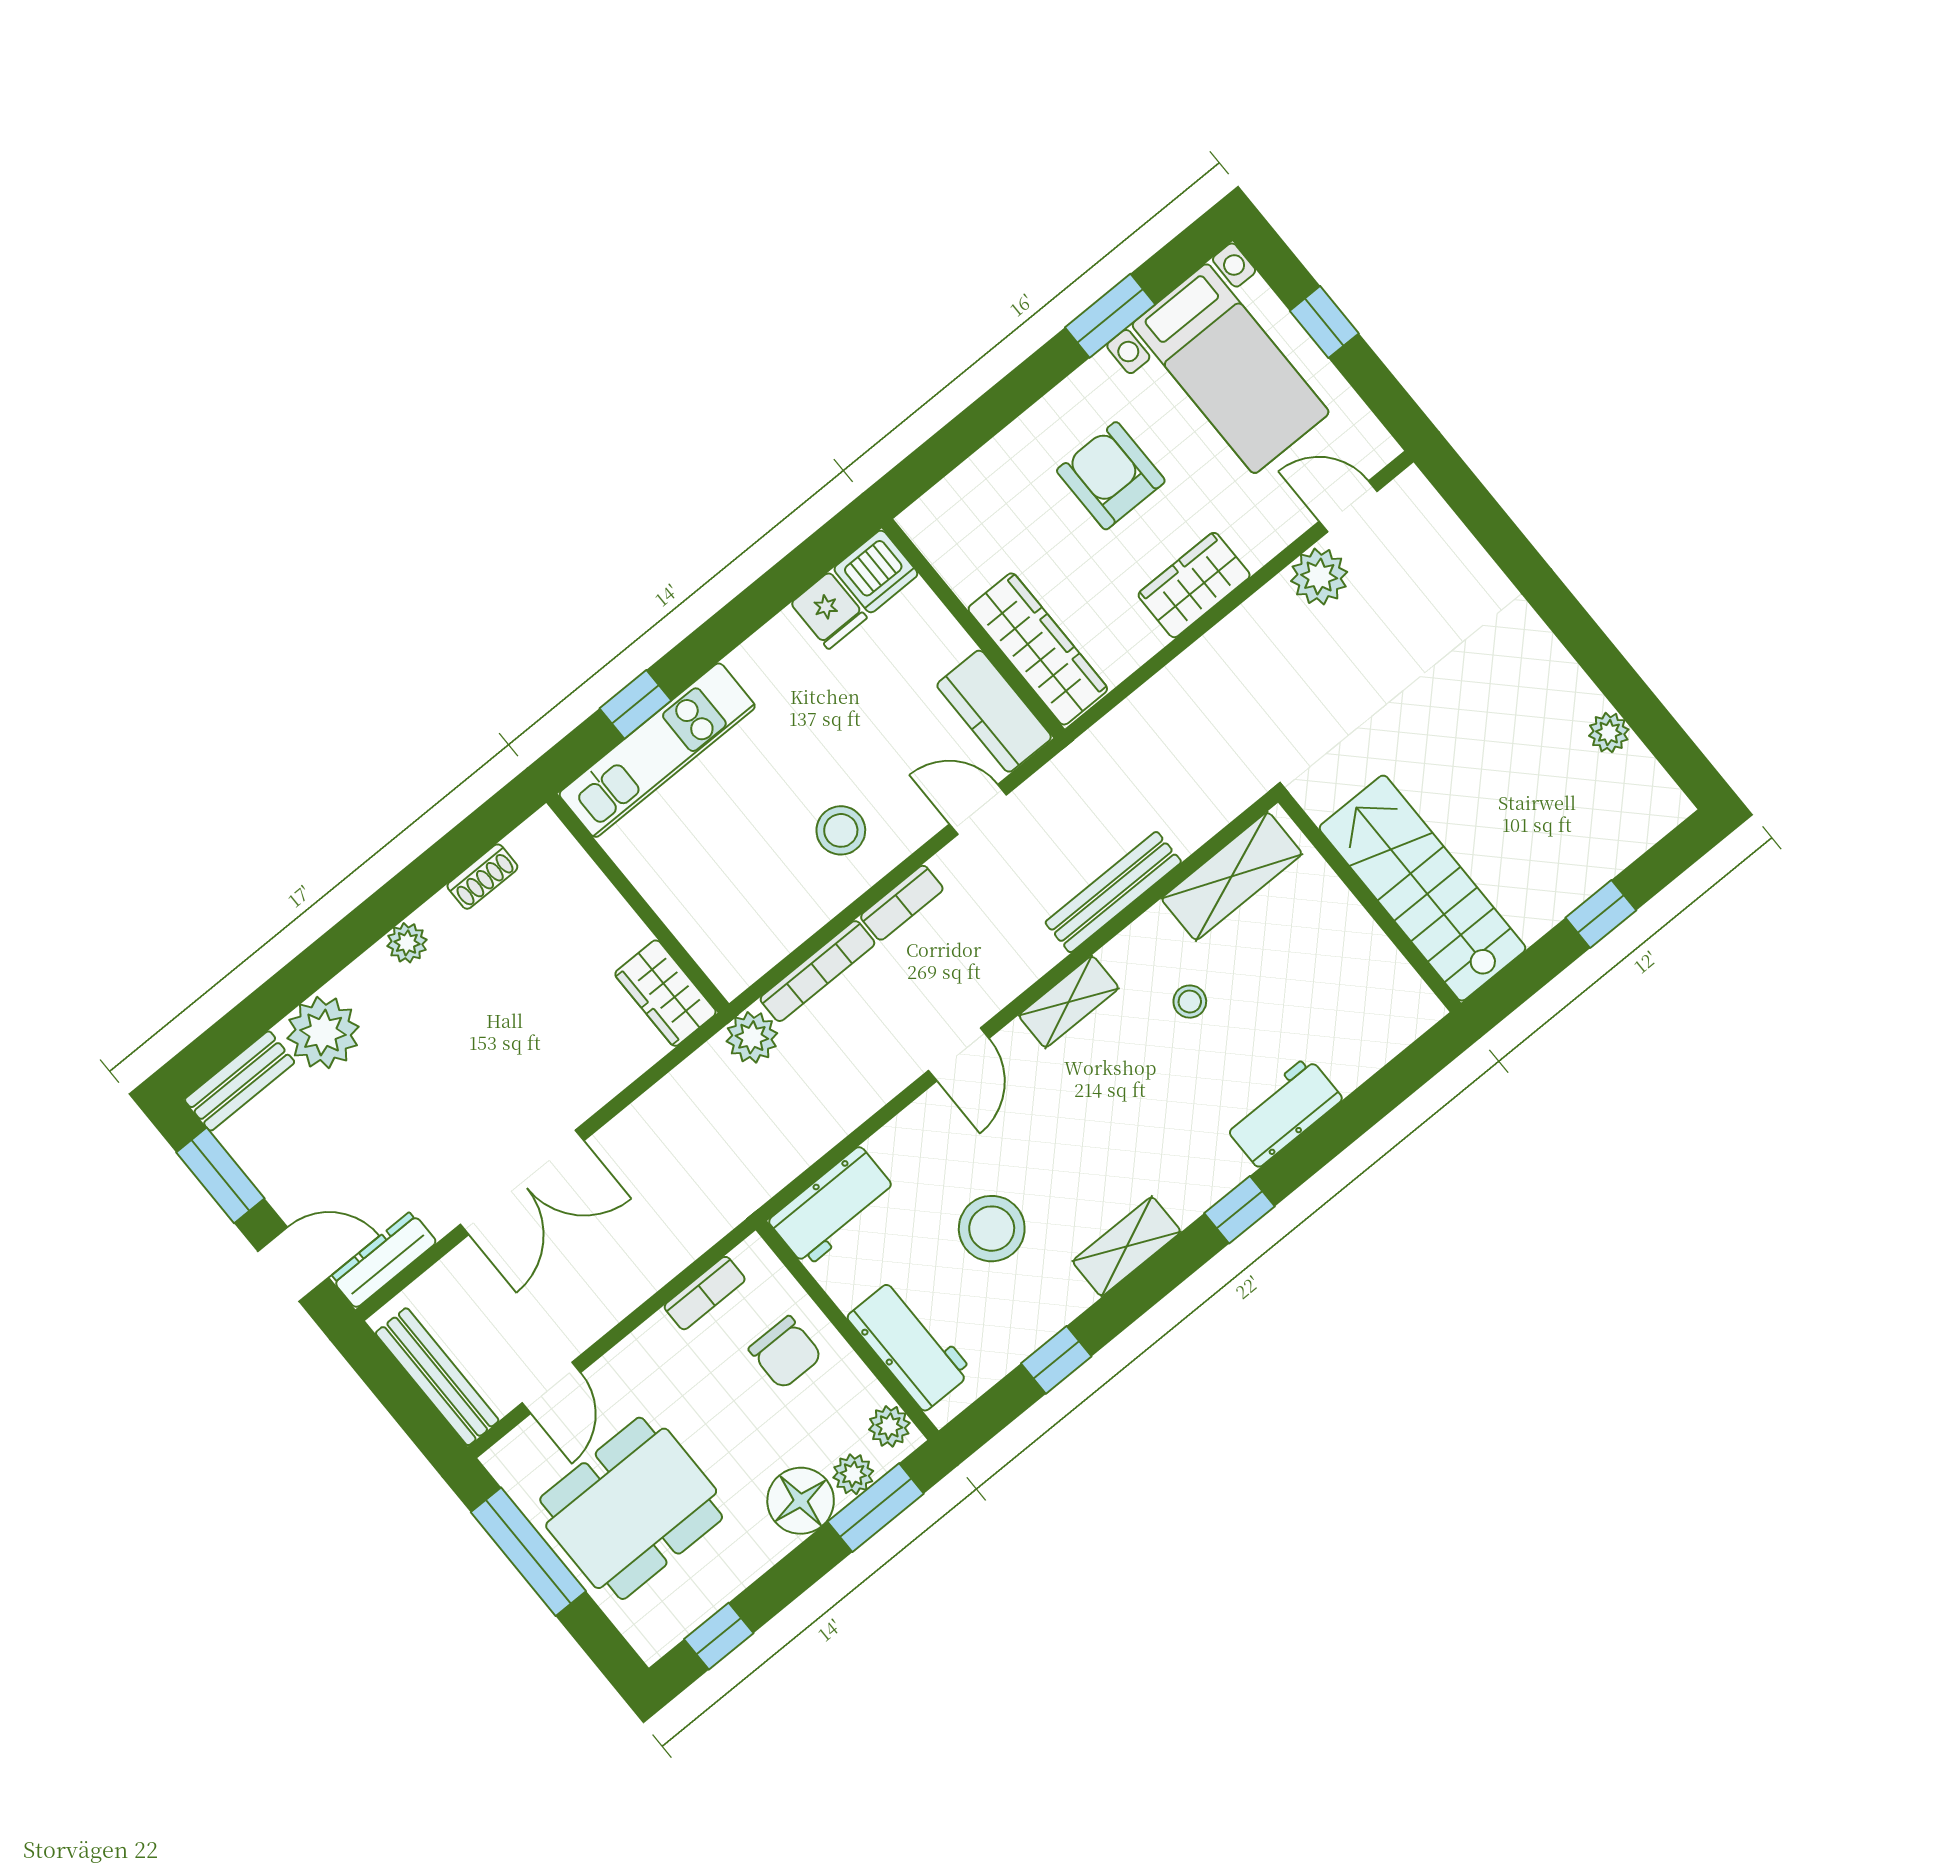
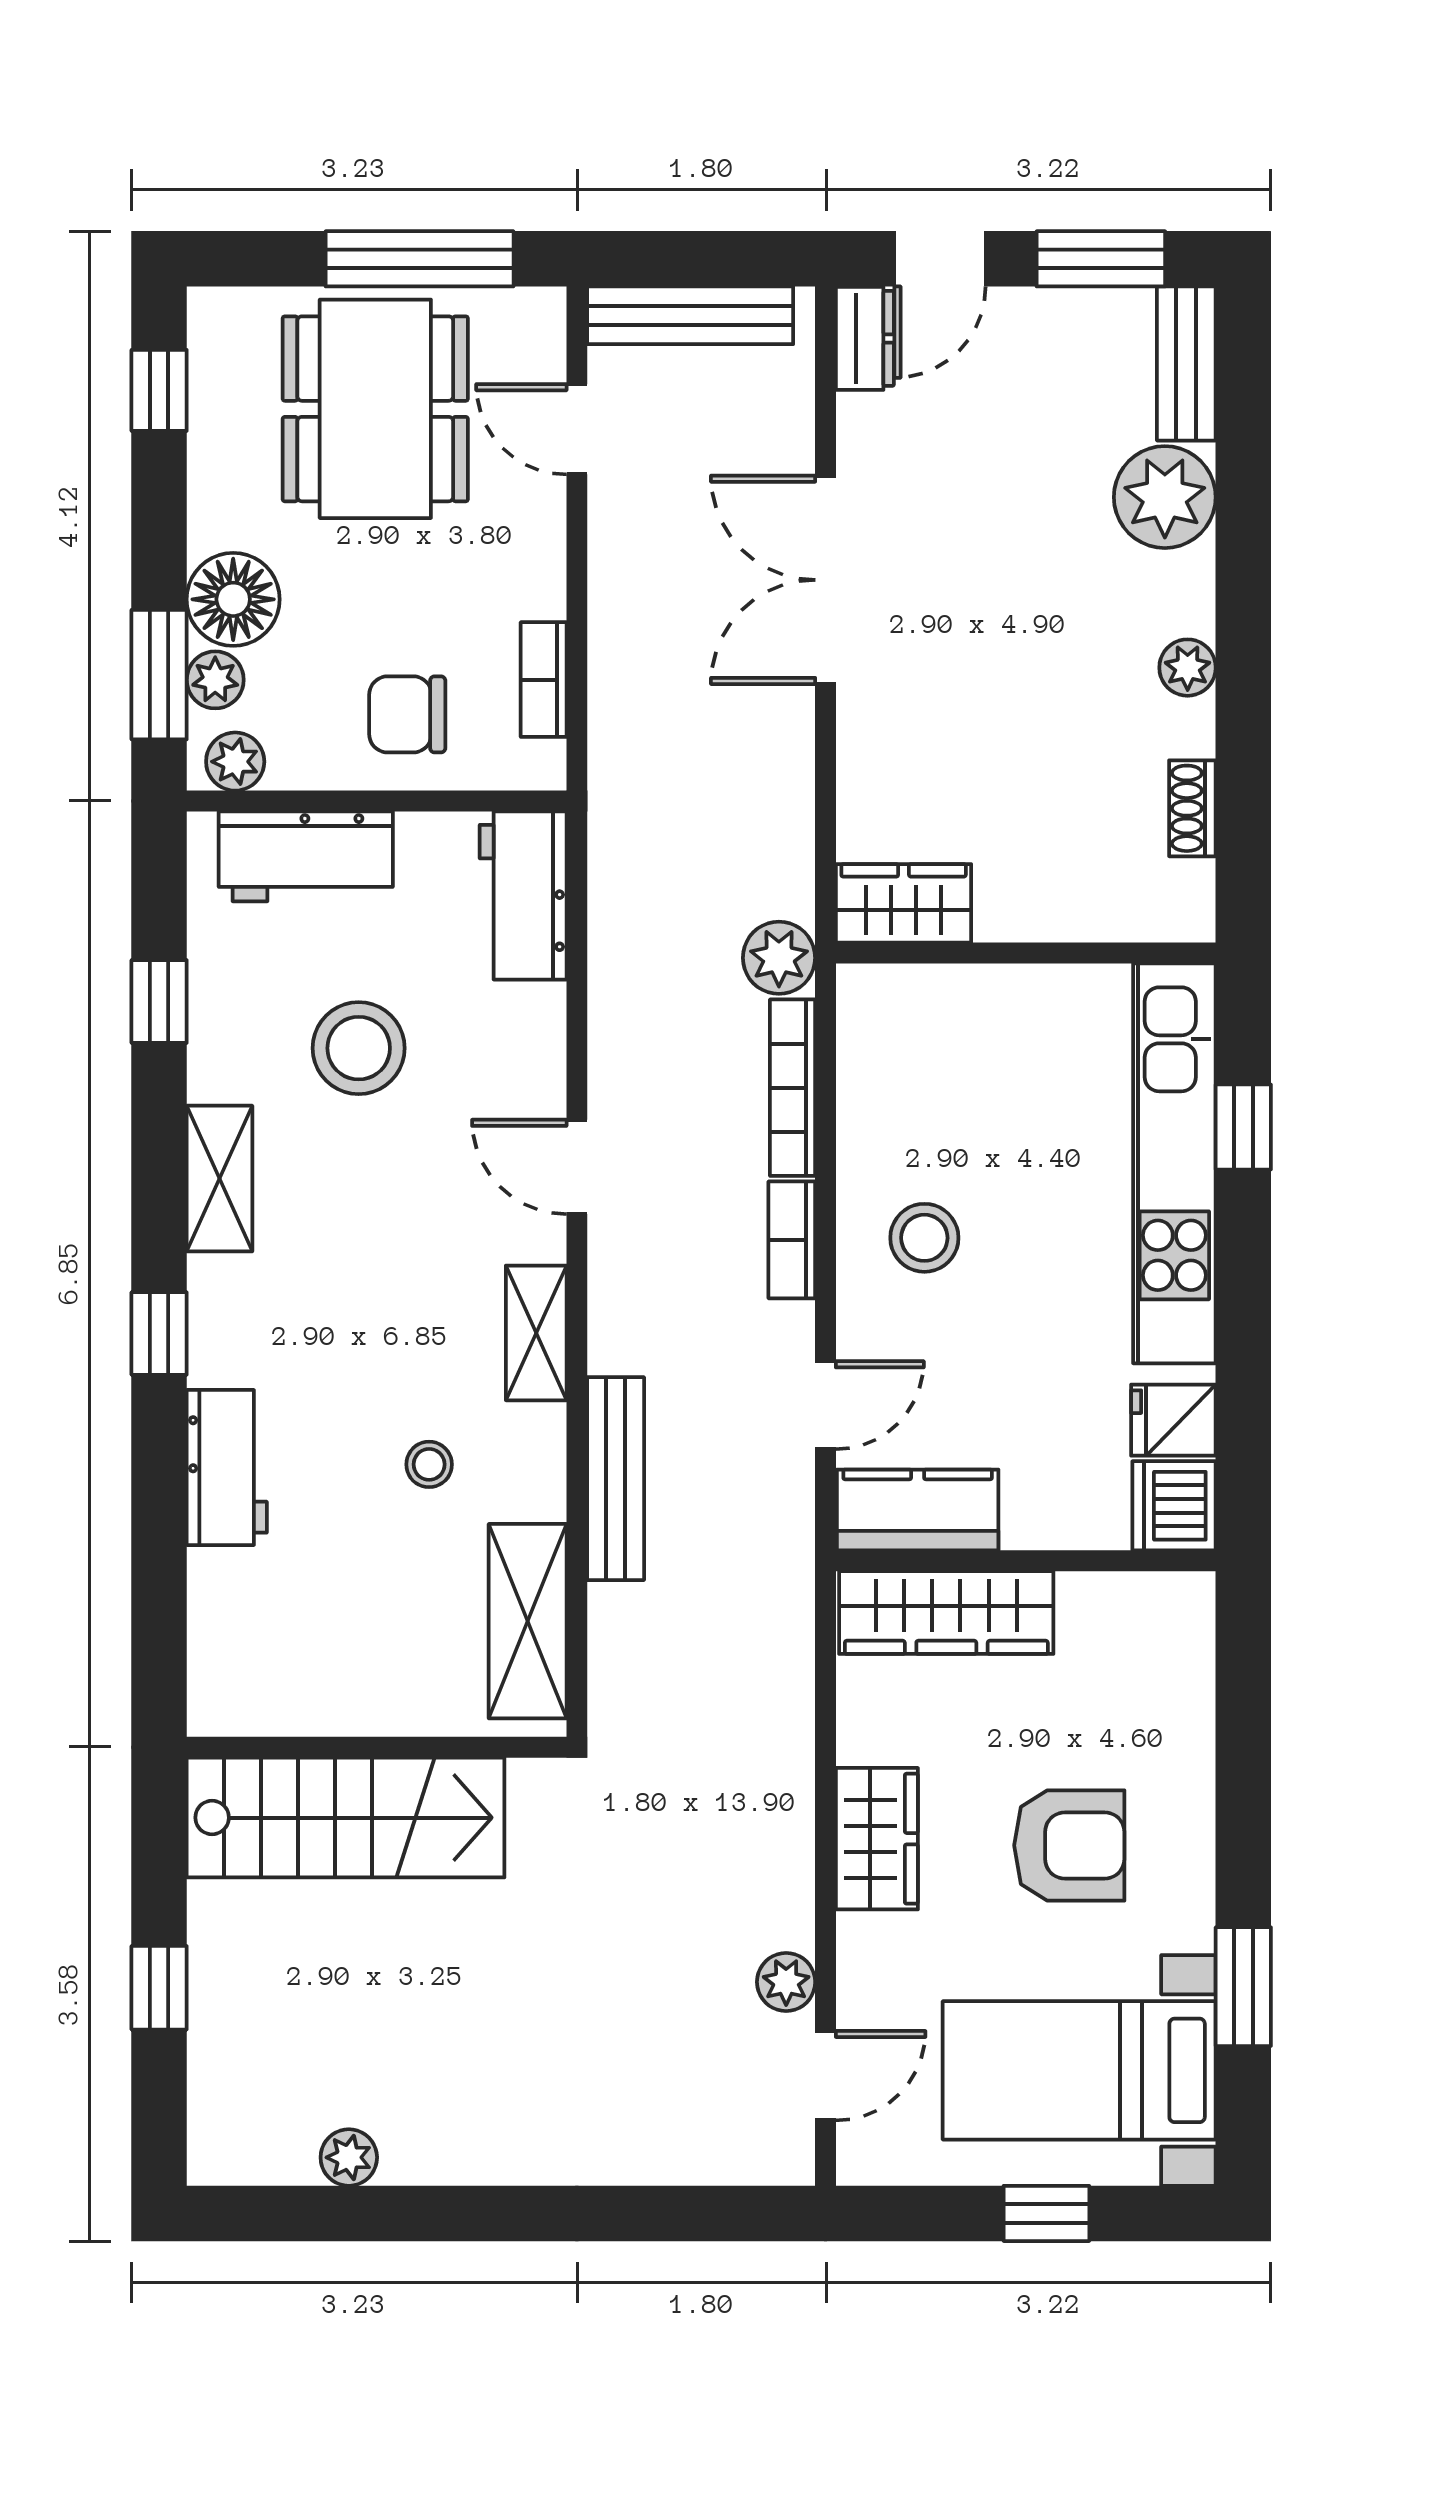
plant: (1319, 576) -> (786, 1982), width x0.73, depth x0.73
kitchen unit: (657, 750) -> (1174, 1163), width x1.36
dresser: (383, 1260) -> (865, 338), width x0.70

